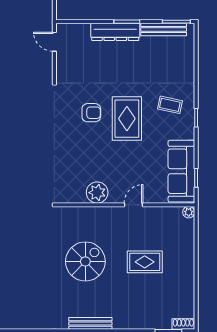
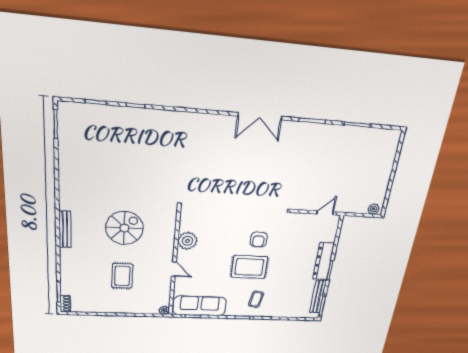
spiral stairs: (85, 261) -> (124, 228), turned -90

